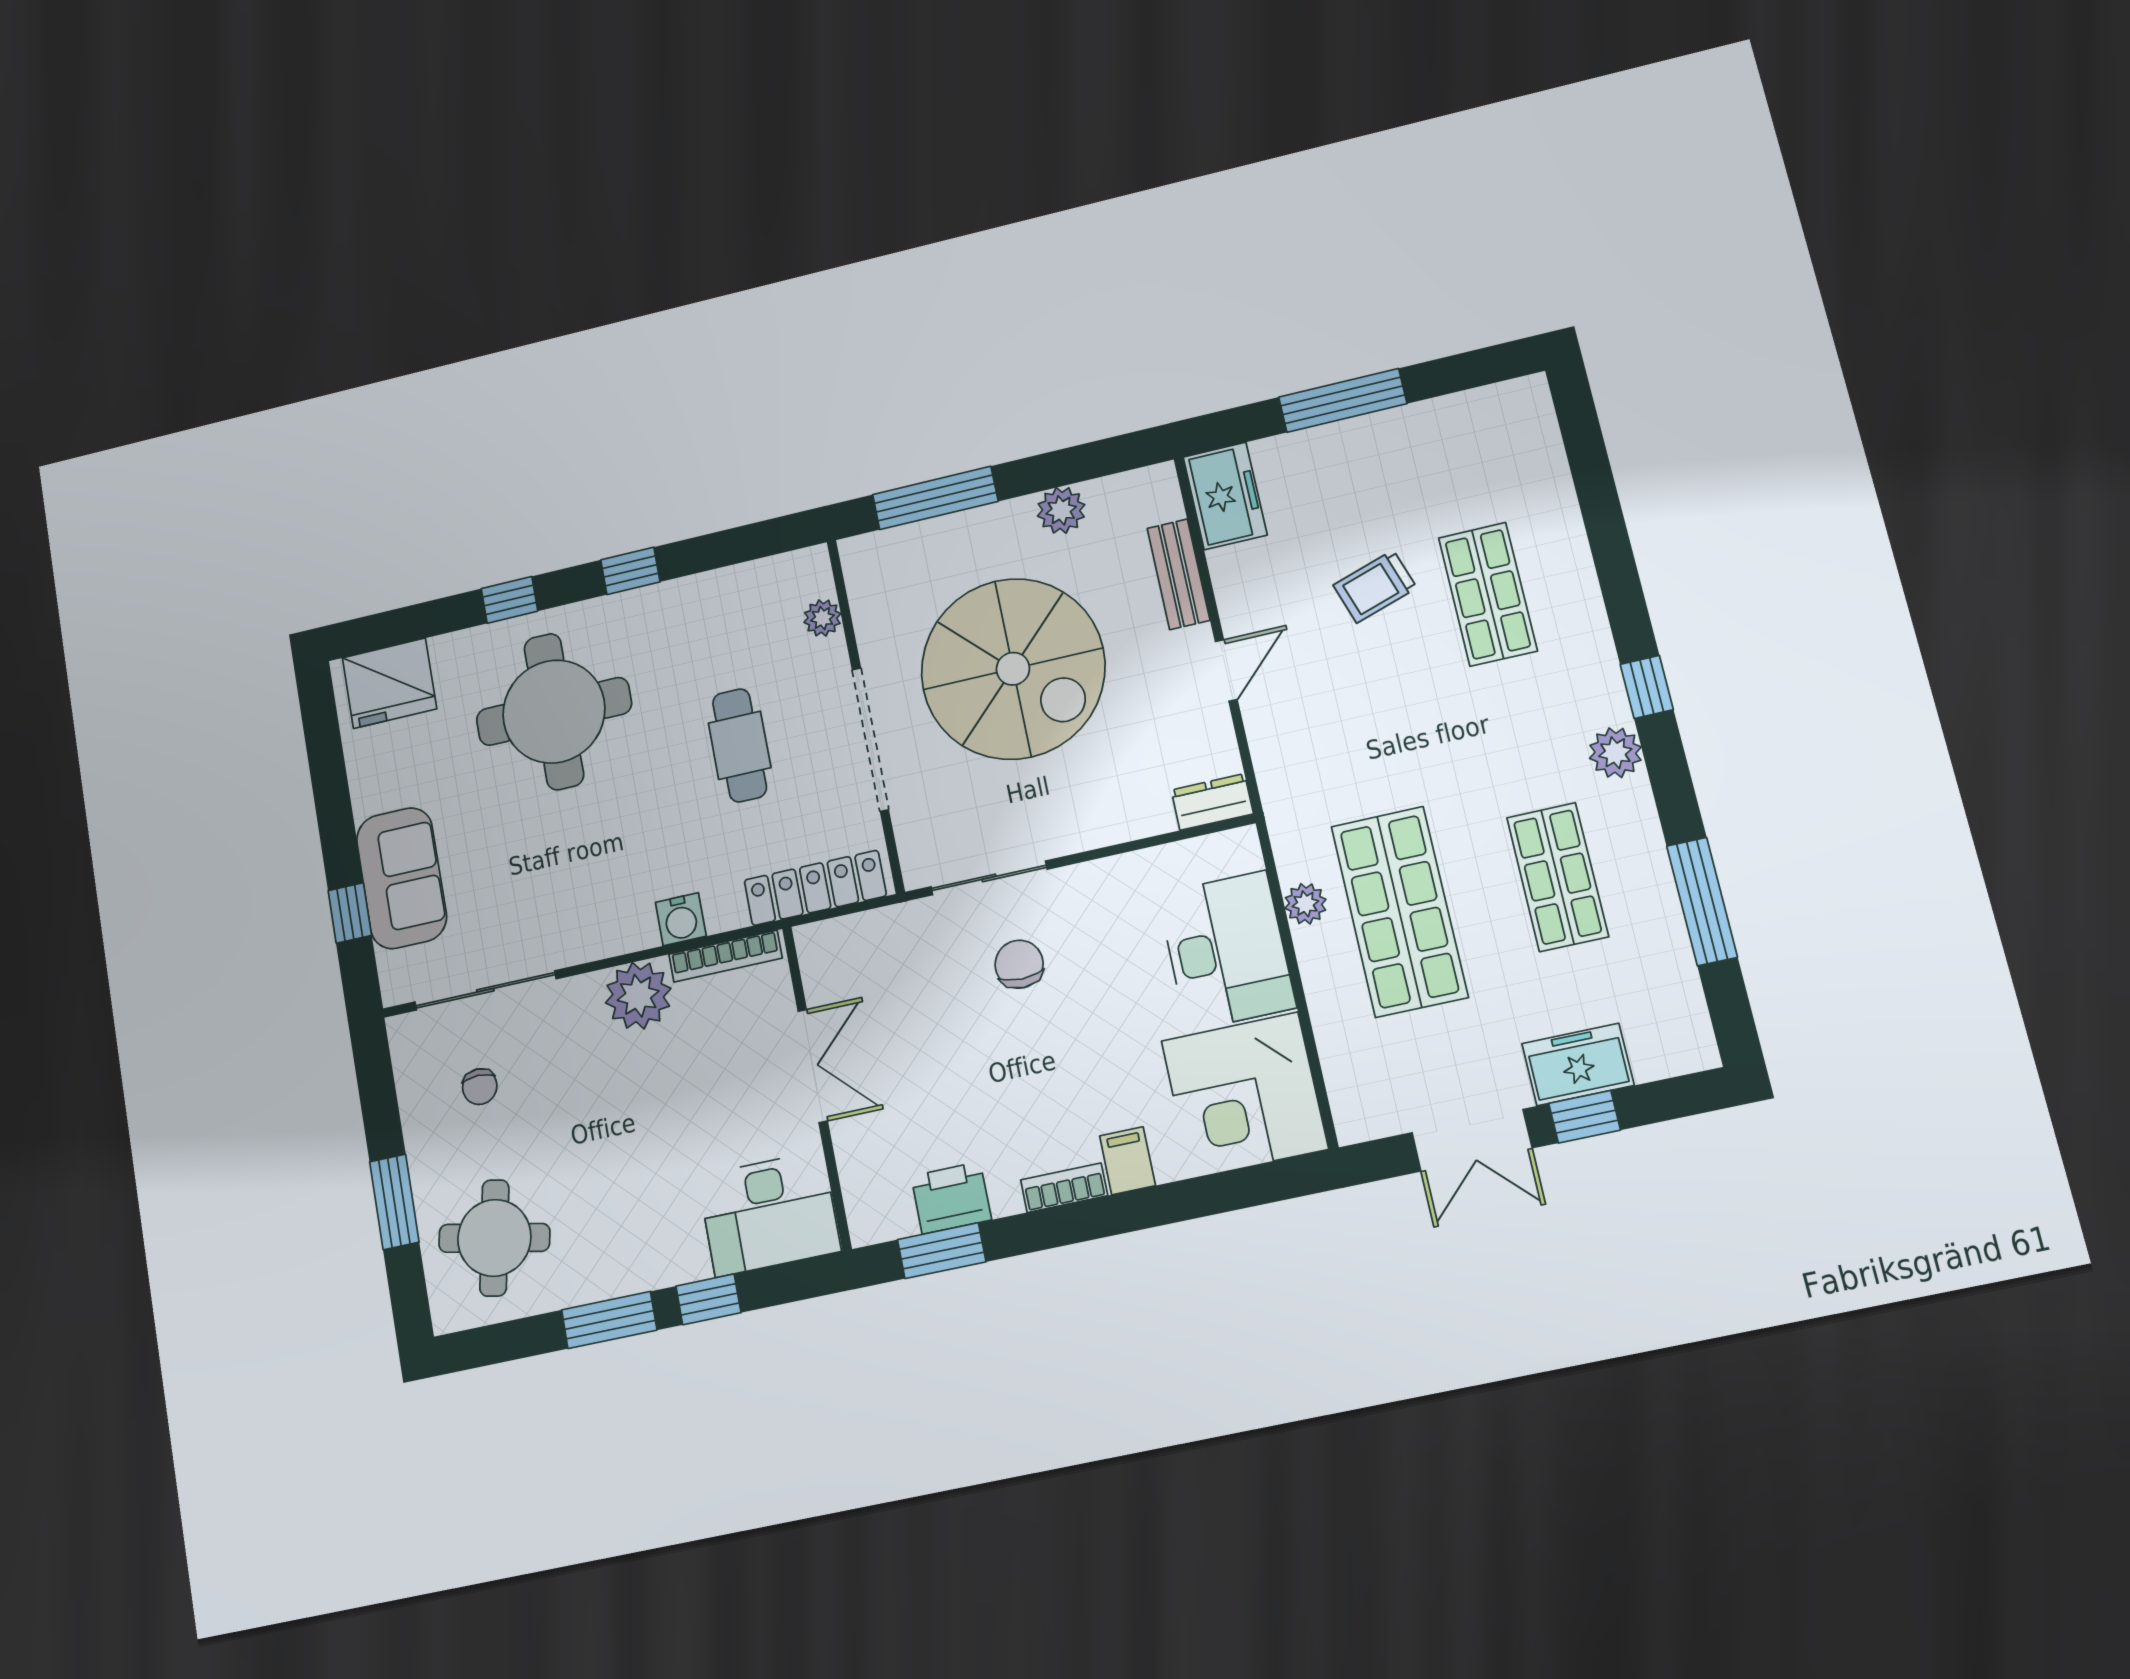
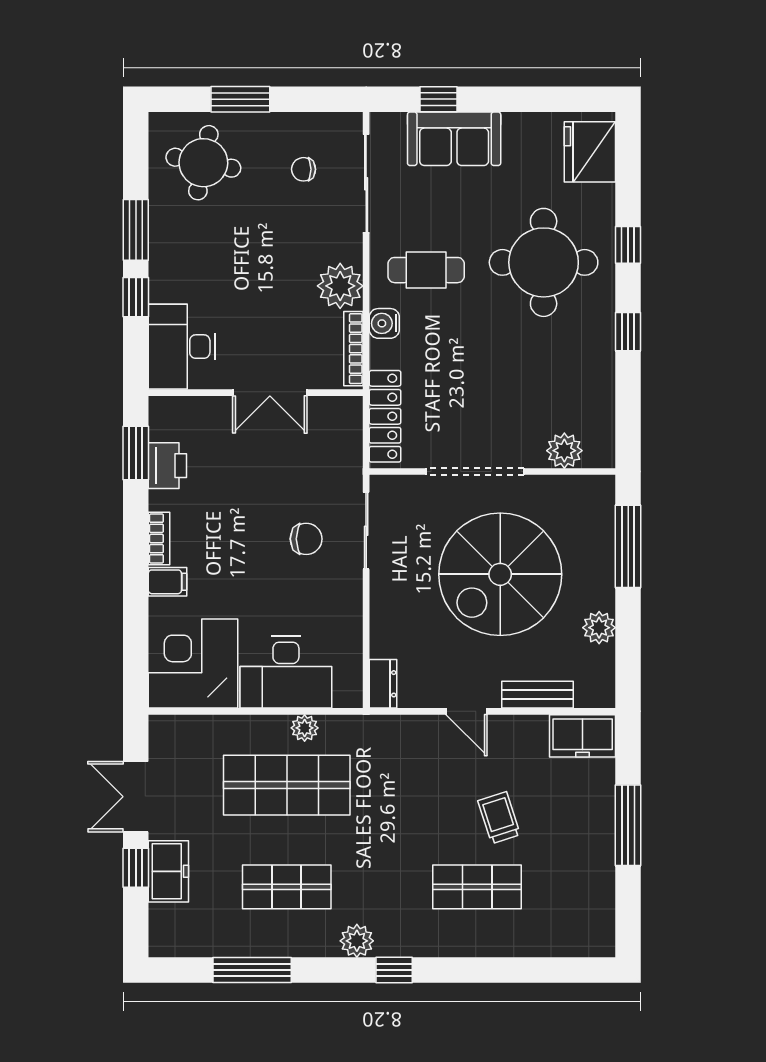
plant: (822, 618) -> (564, 451), width x1.38, depth x1.38
cafe table: (740, 745) -> (426, 270), moved

